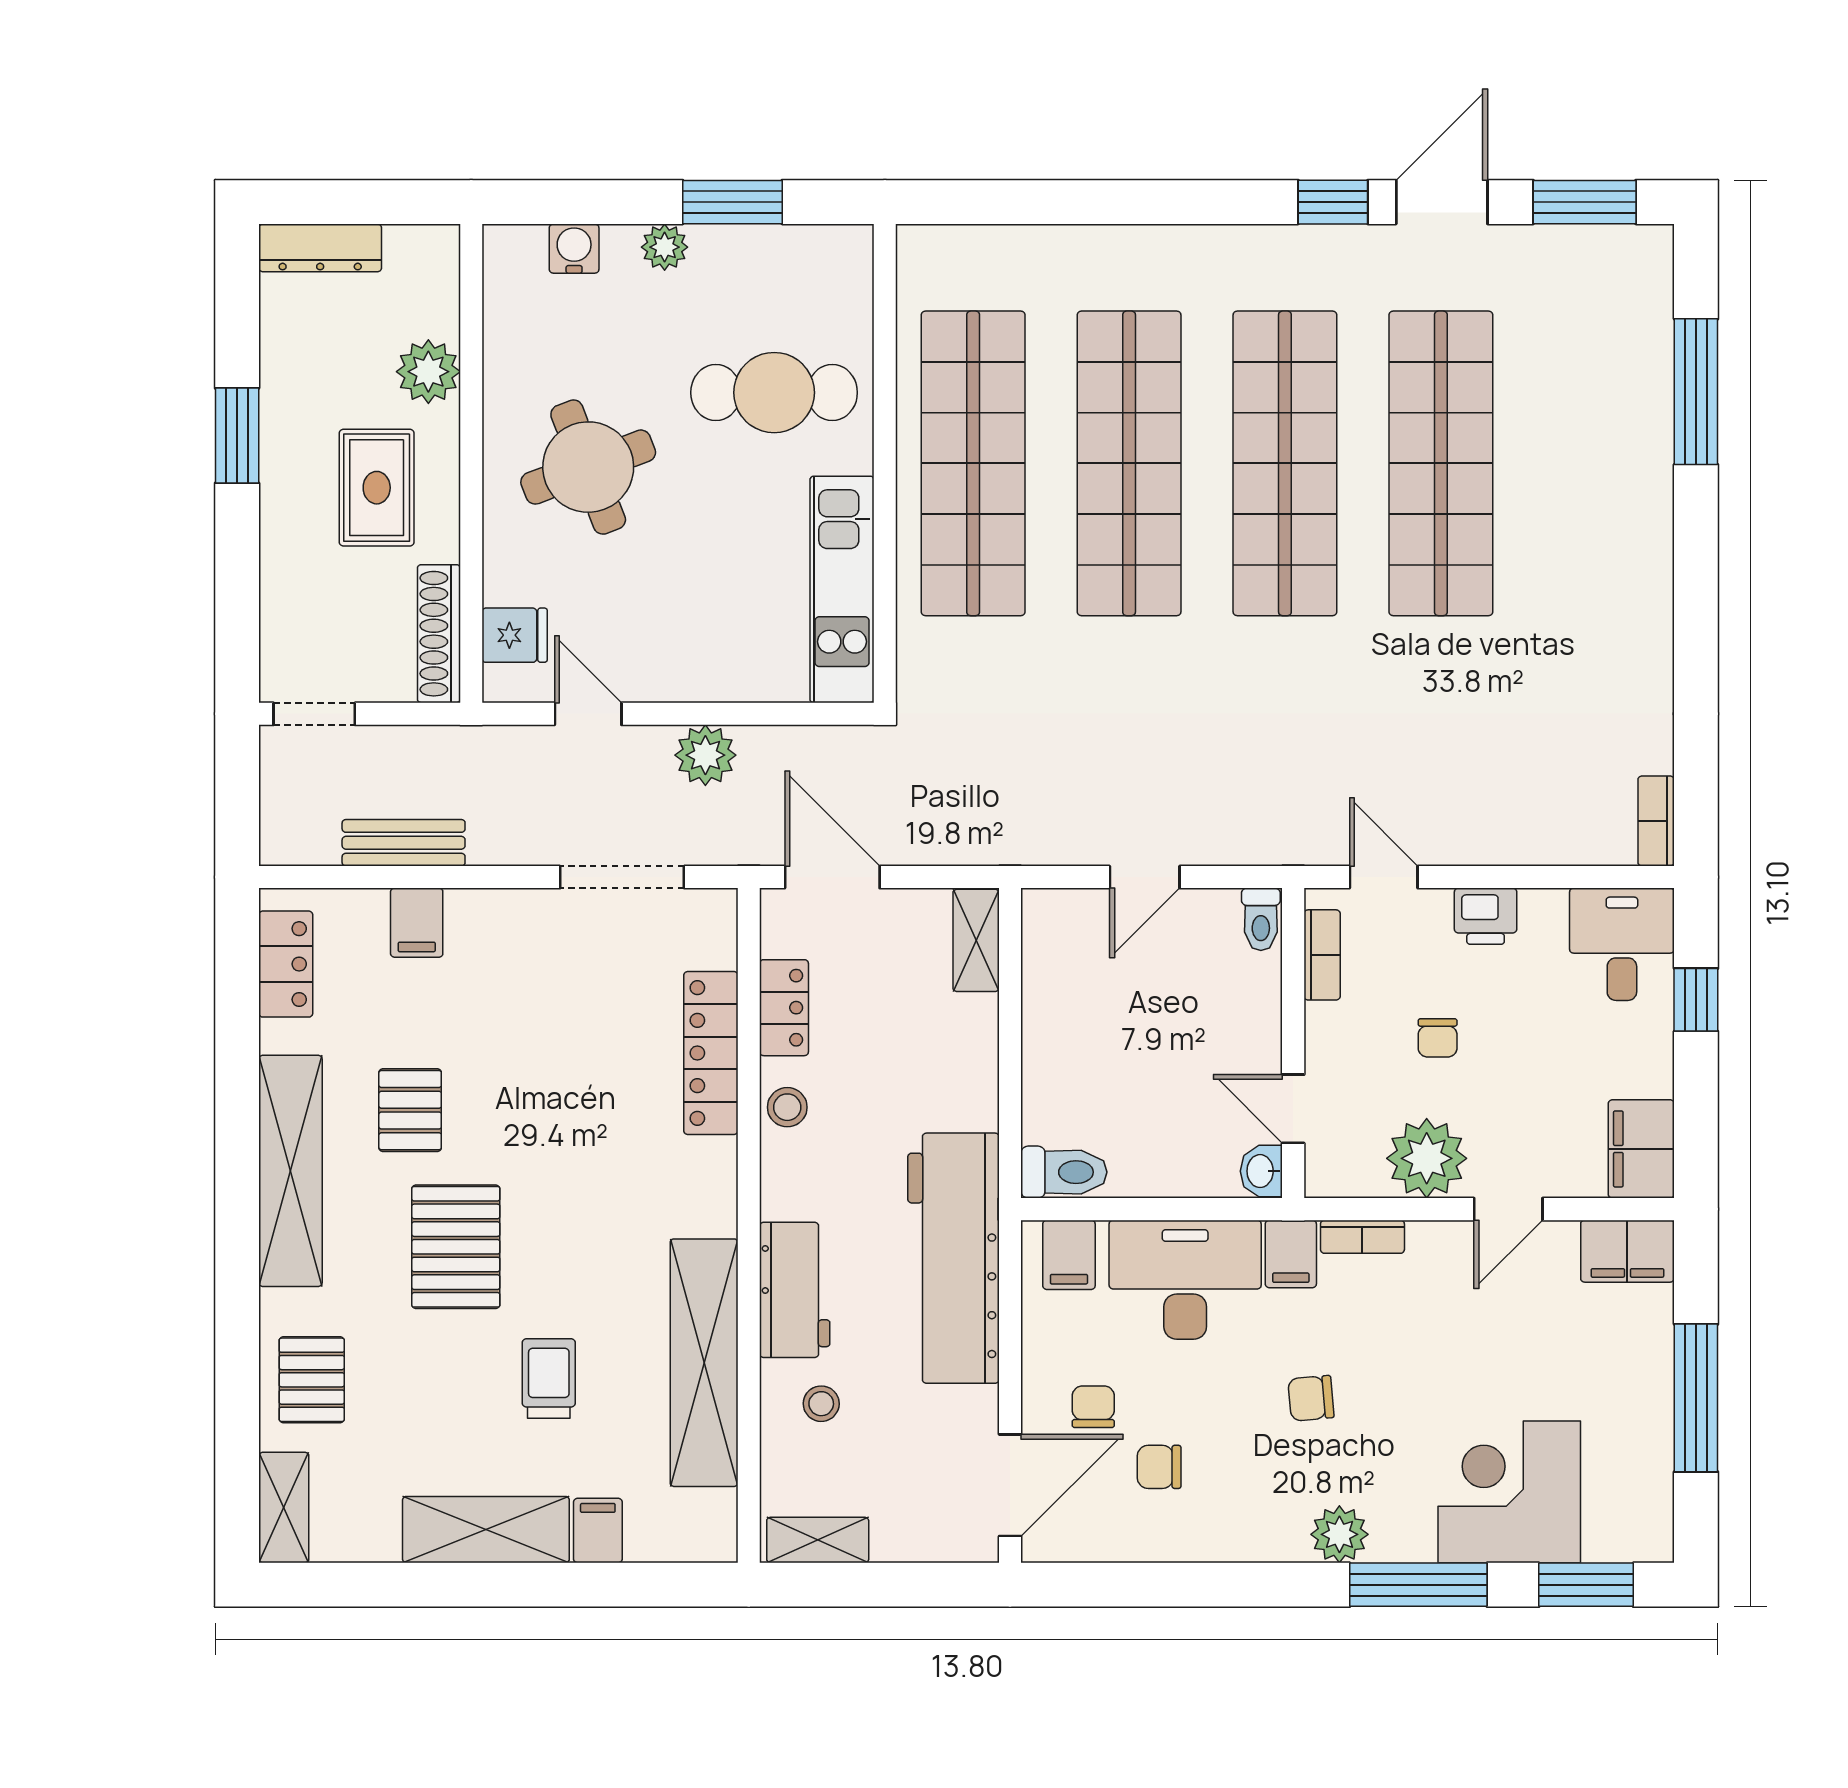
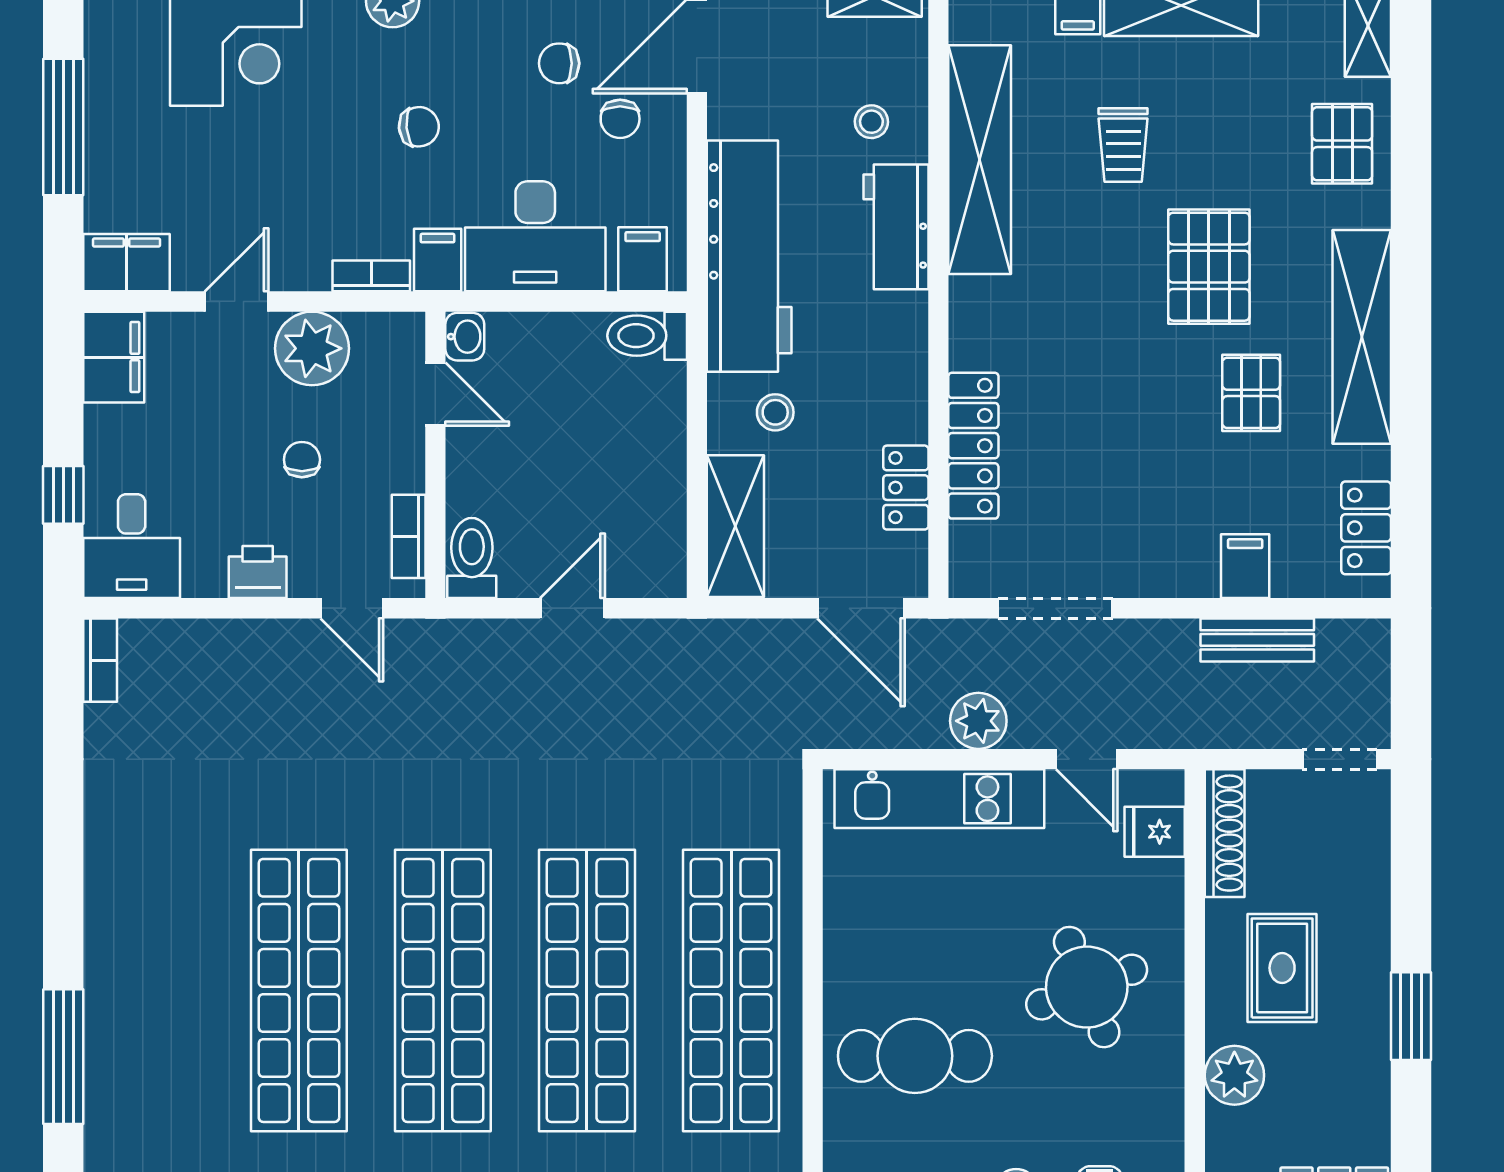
kitchen unit: (842, 589) -> (939, 799), moved, turned 90
toilet: (1261, 919) -> (472, 558), width x1.37, depth x1.39
shelving: (976, 940) -> (735, 526), width x1.50, depth x1.33
stool: (787, 1107) -> (775, 412), moved
chair: (1159, 1467) -> (559, 63), turned 180

